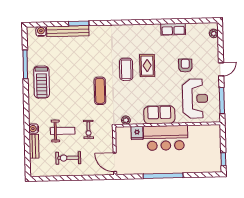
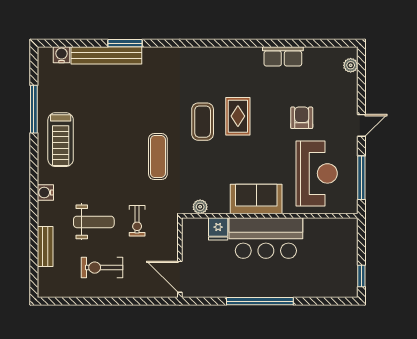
water cooler: (34, 129) -> (45, 193), moved

